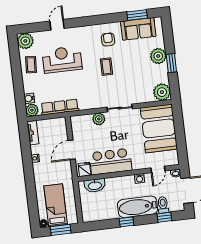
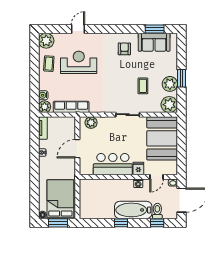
plant: (158, 56) -> (170, 84), moved
coffee table: (106, 67) -> (143, 86), moved
plant: (99, 119) -> (91, 123), moved
fridge: (84, 169) -> (138, 169), moved
washbasin: (95, 185) -> (95, 185), removed
bed: (56, 205) -> (60, 199), width x1.50

